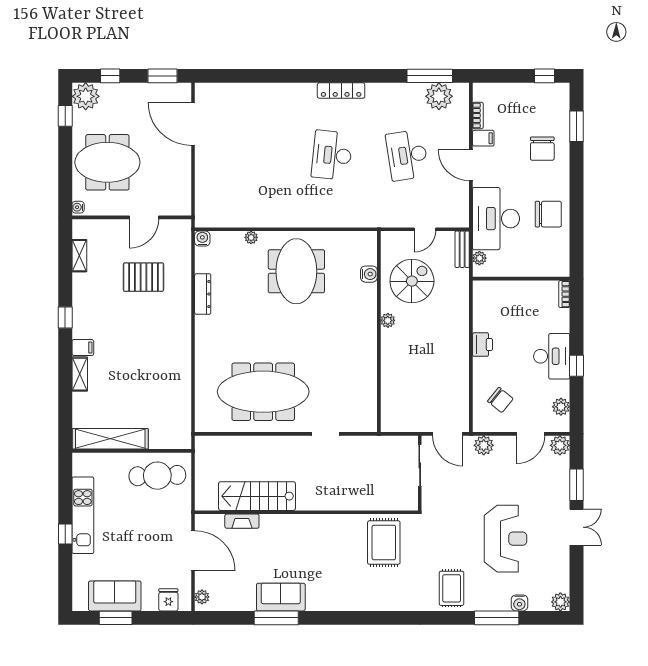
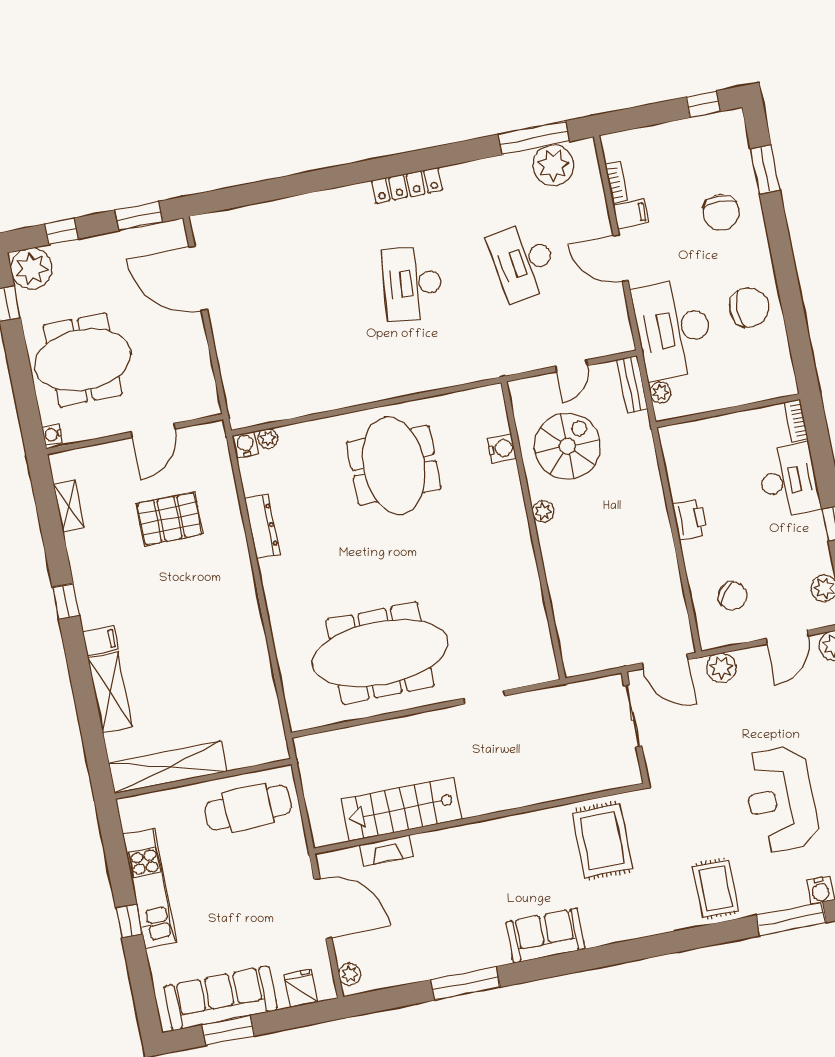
plant: (251, 237) -> (268, 439), moved
desk: (552, 356) -> (789, 481), moved
shelving: (80, 374) -> (110, 693), width x1.50, depth x1.33
reception desk: (505, 539) -> (781, 799), turned 180
sofa: (115, 596) -> (221, 998), width x1.36
sofa: (281, 597) -> (545, 936), moved

